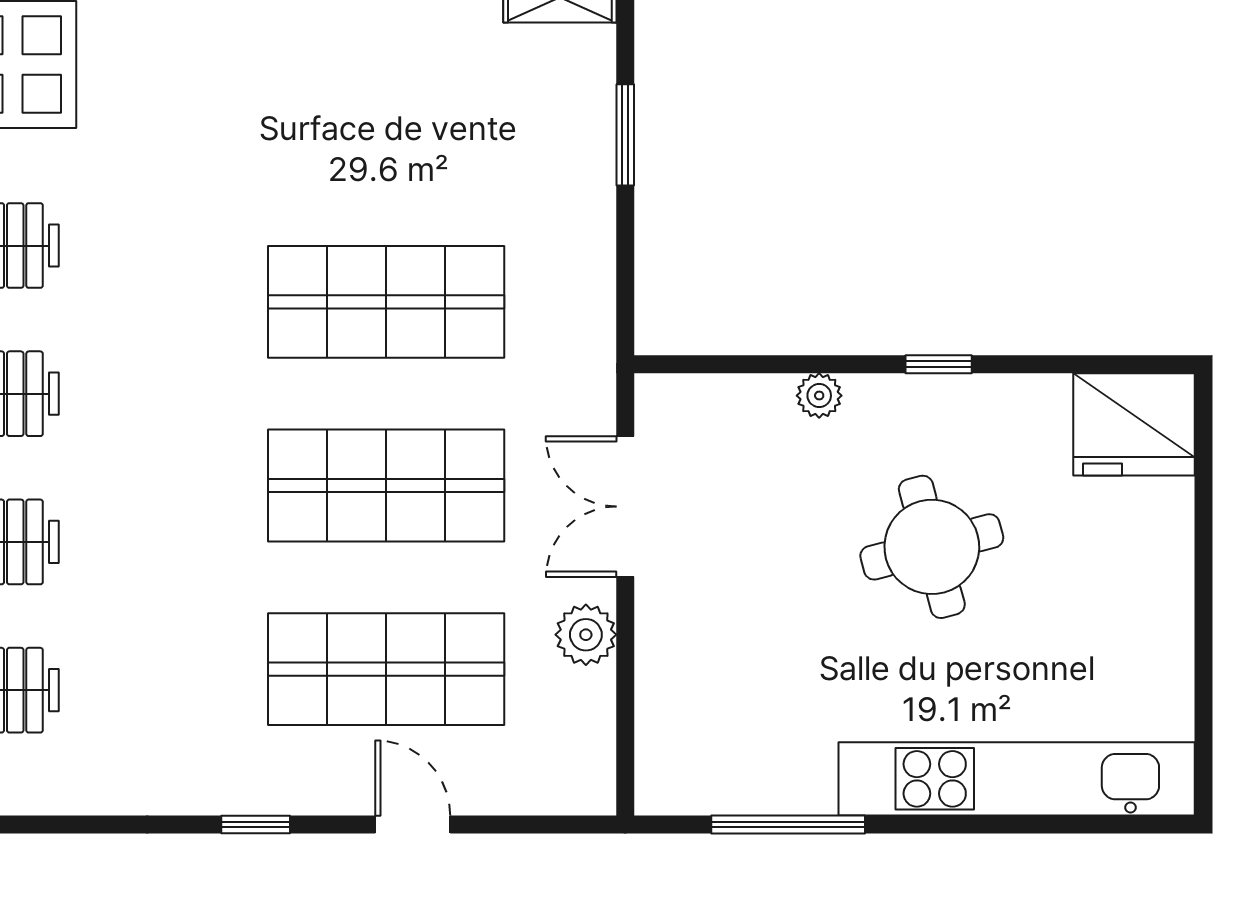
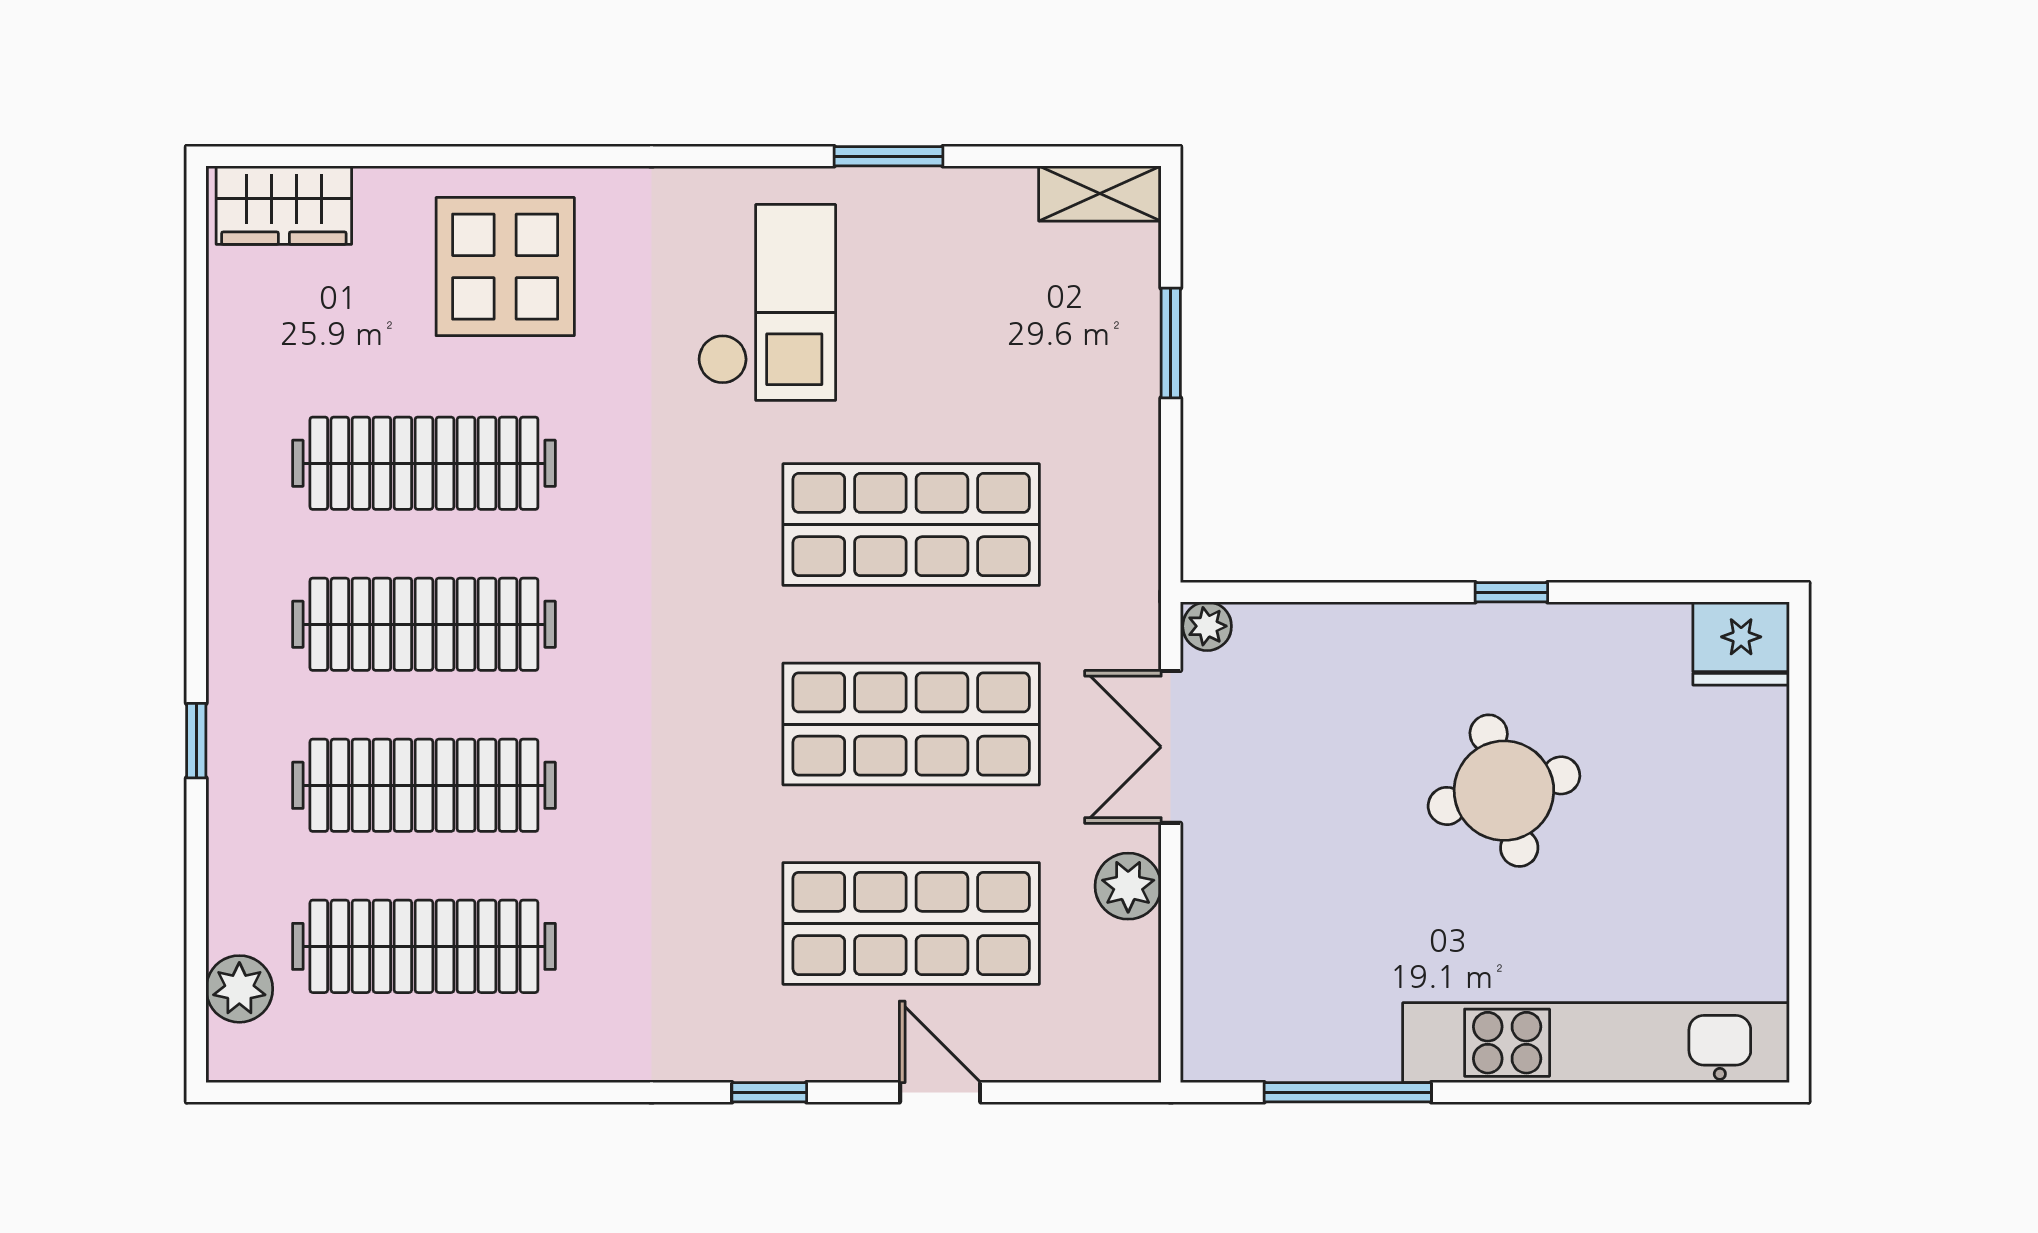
checkout: (253, 97) -> (767, 302), added
plant: (819, 396) -> (1207, 626), moved
fridge: (1134, 424) -> (1741, 643), width x0.73, depth x0.75

